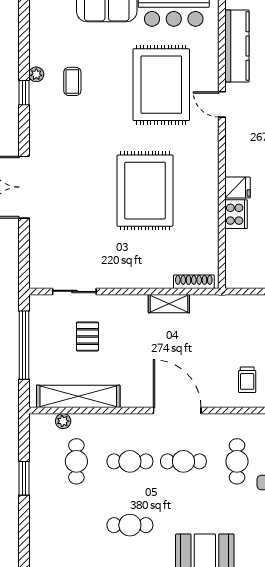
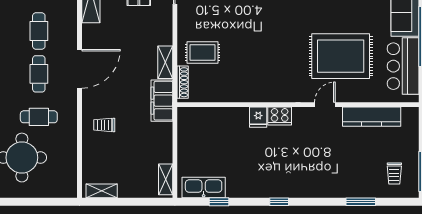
rug: (145, 191) -> (202, 52), moved, width x0.54, depth x0.49
cooker: (236, 214) -> (280, 116), moved
filing cabinet: (217, 308) -> (162, 101), added

